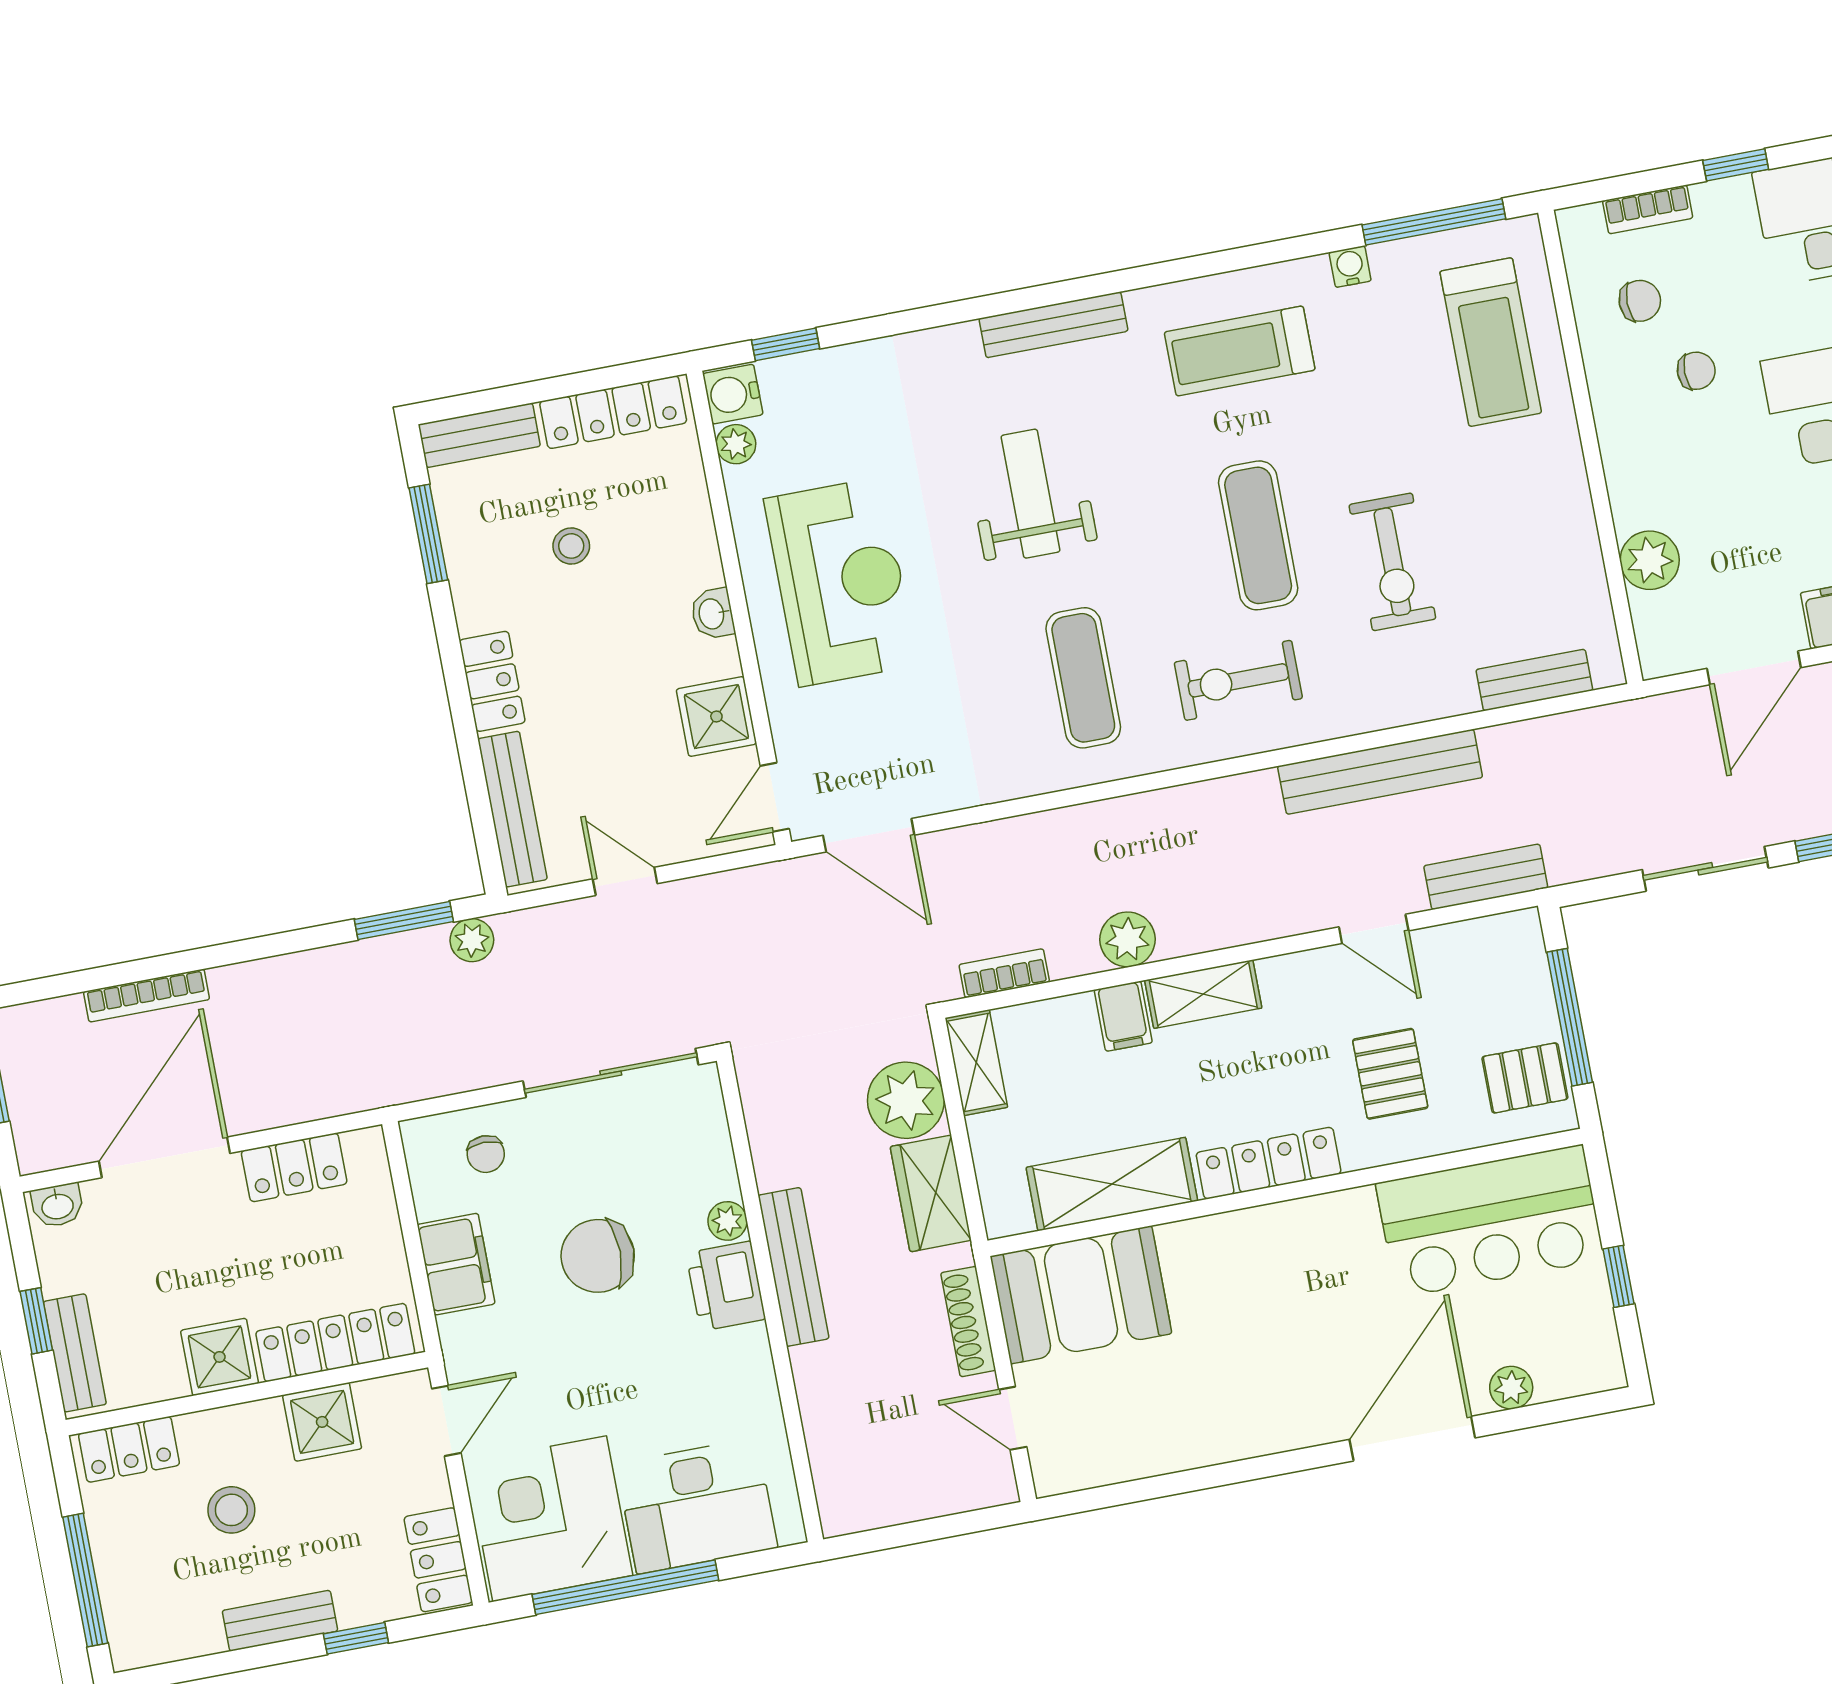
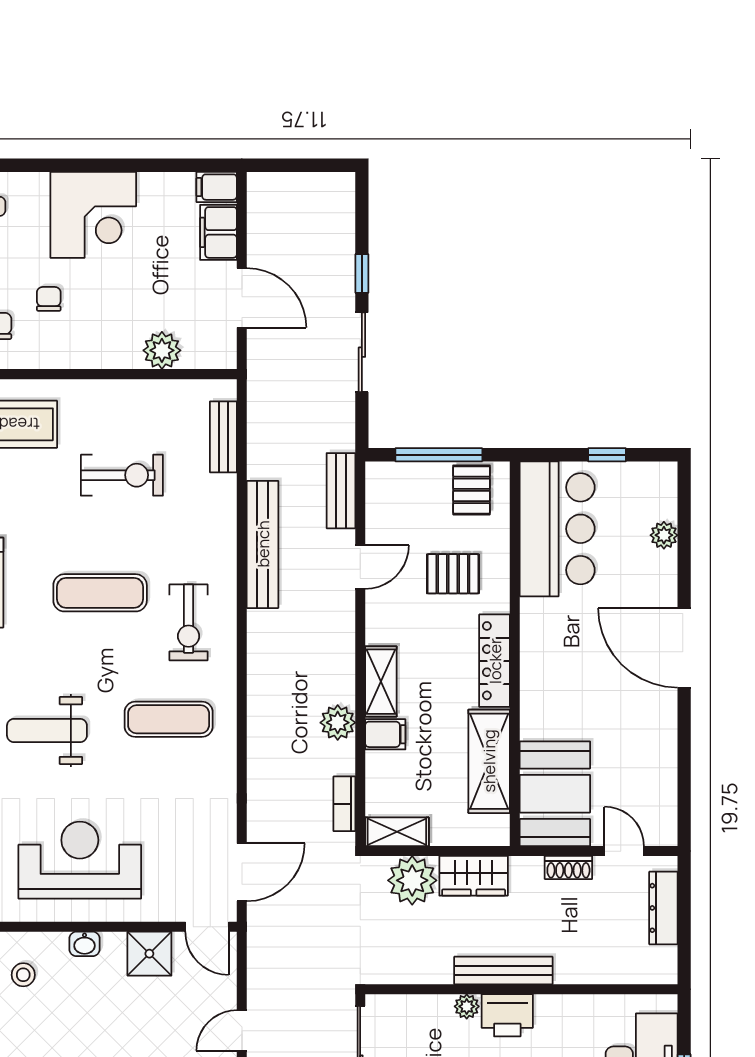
stool: (571, 546) -> (23, 975), moved
exercise bike: (1392, 562) -> (122, 475), moved
shoe rack: (968, 1322) -> (568, 868), width x0.70
door: (1013, 1418) -> (624, 851), swing flipped
door: (1412, 1439) -> (684, 648), moved
dresser: (937, 1495) -> (663, 908), added

